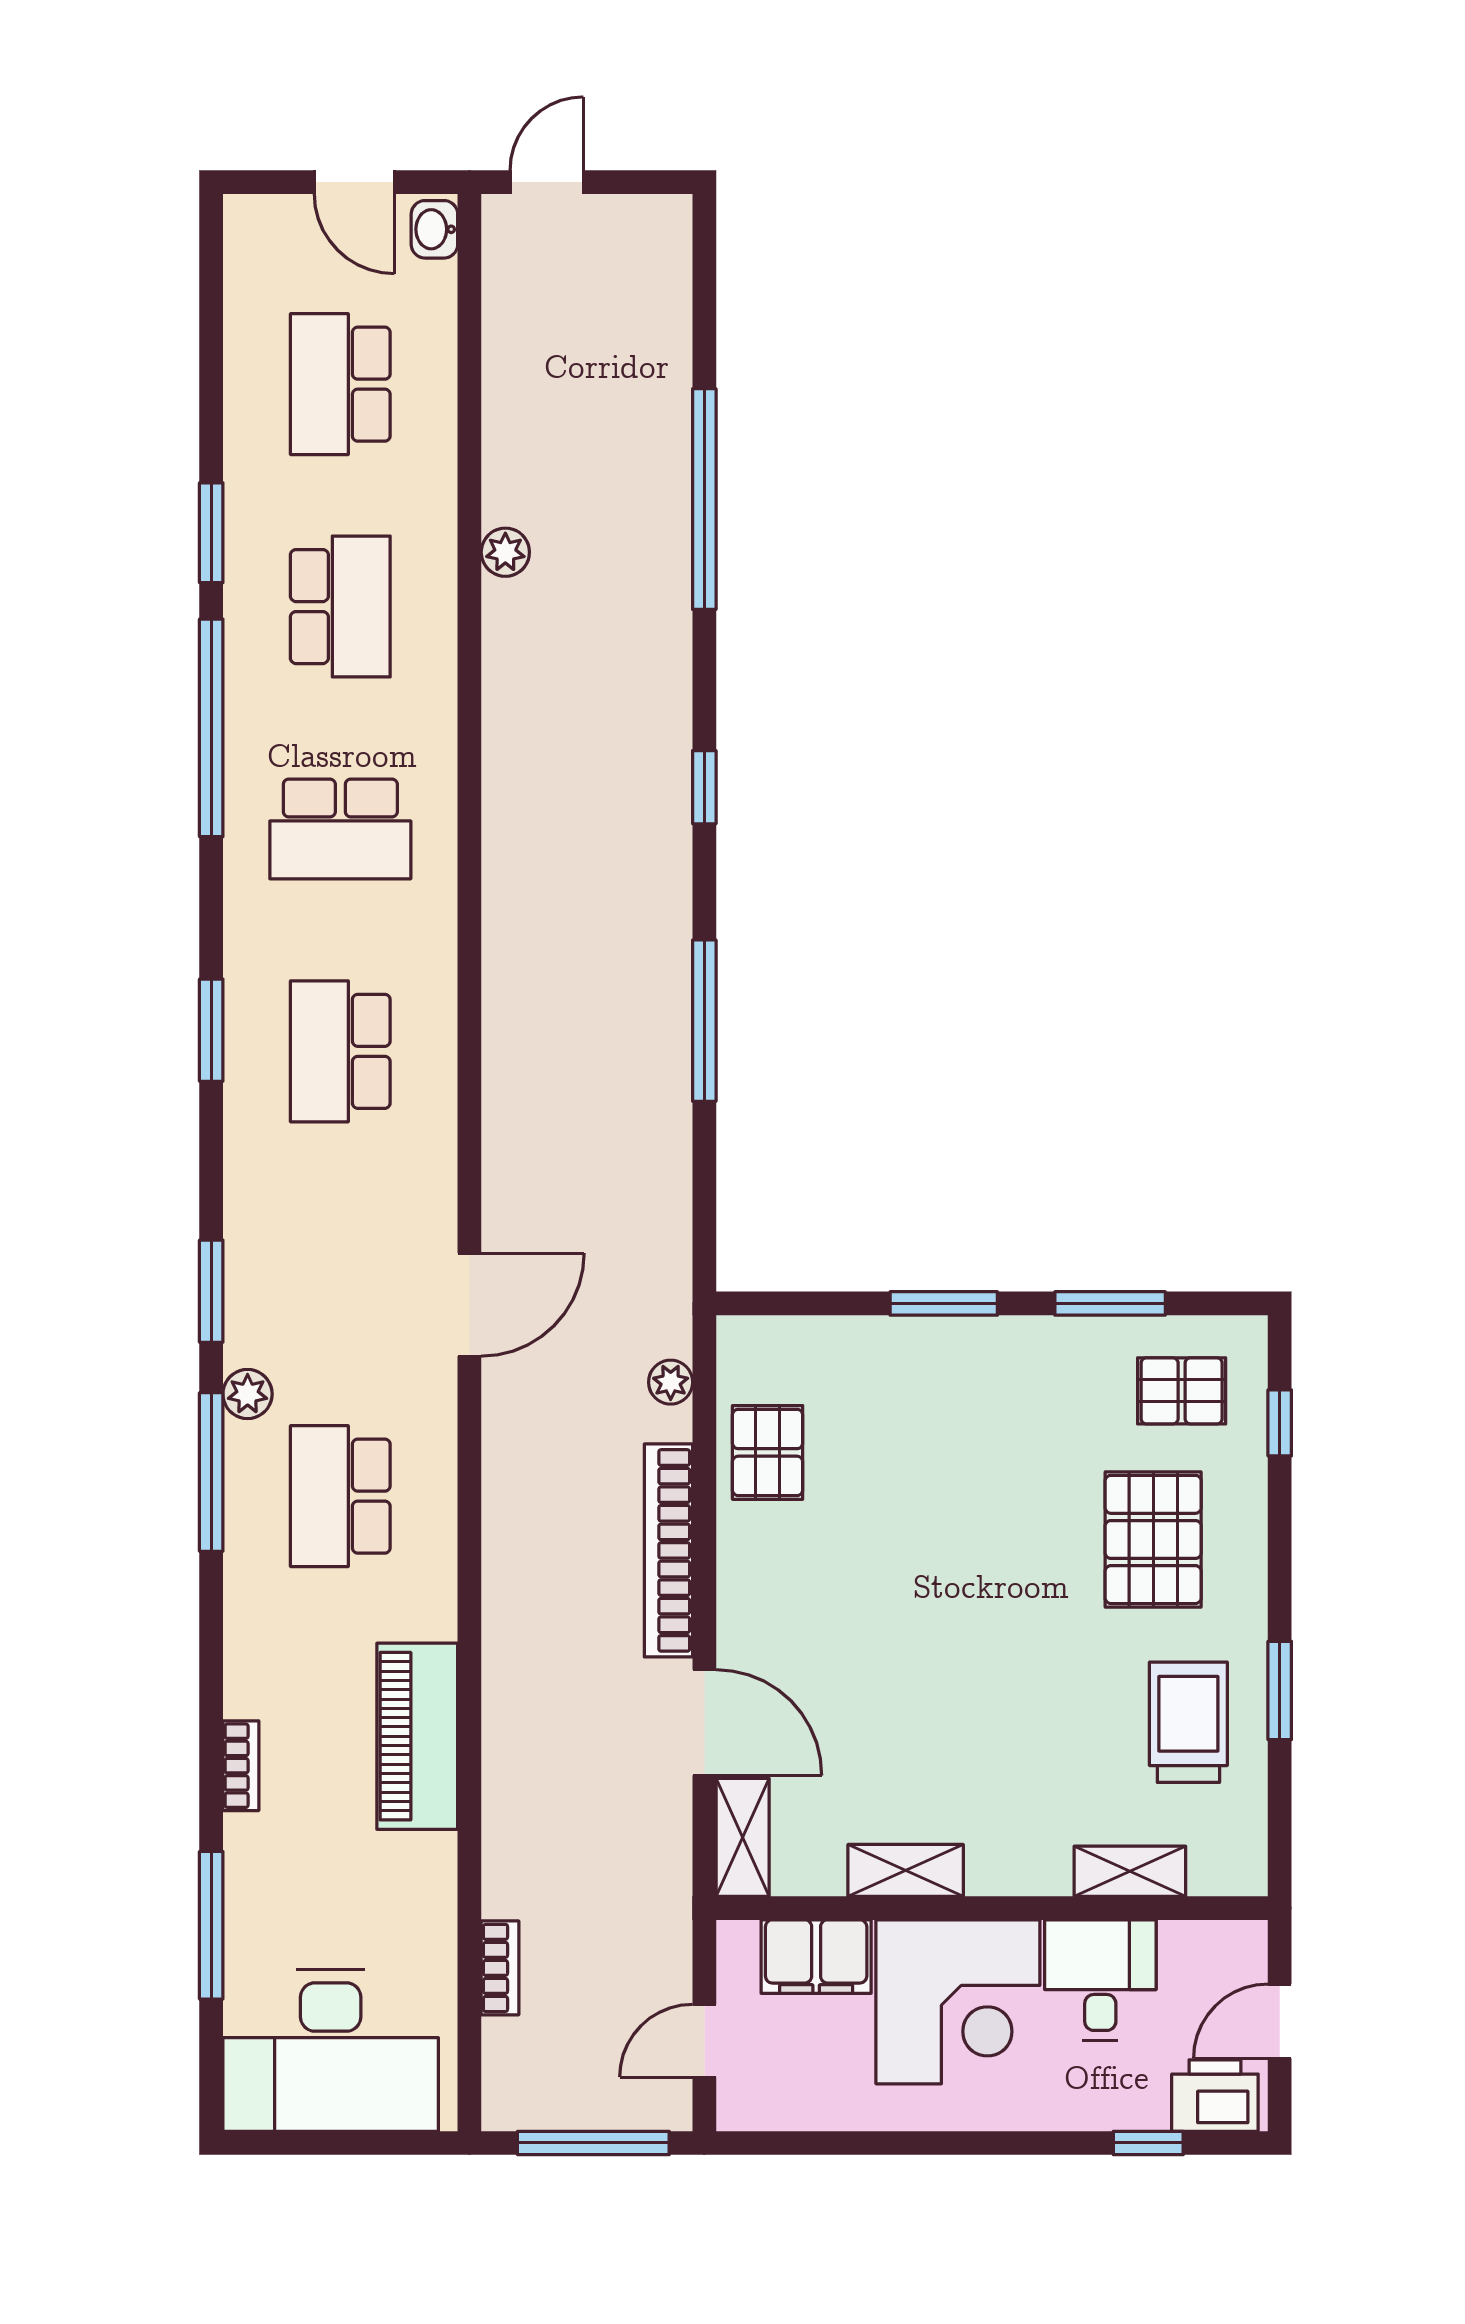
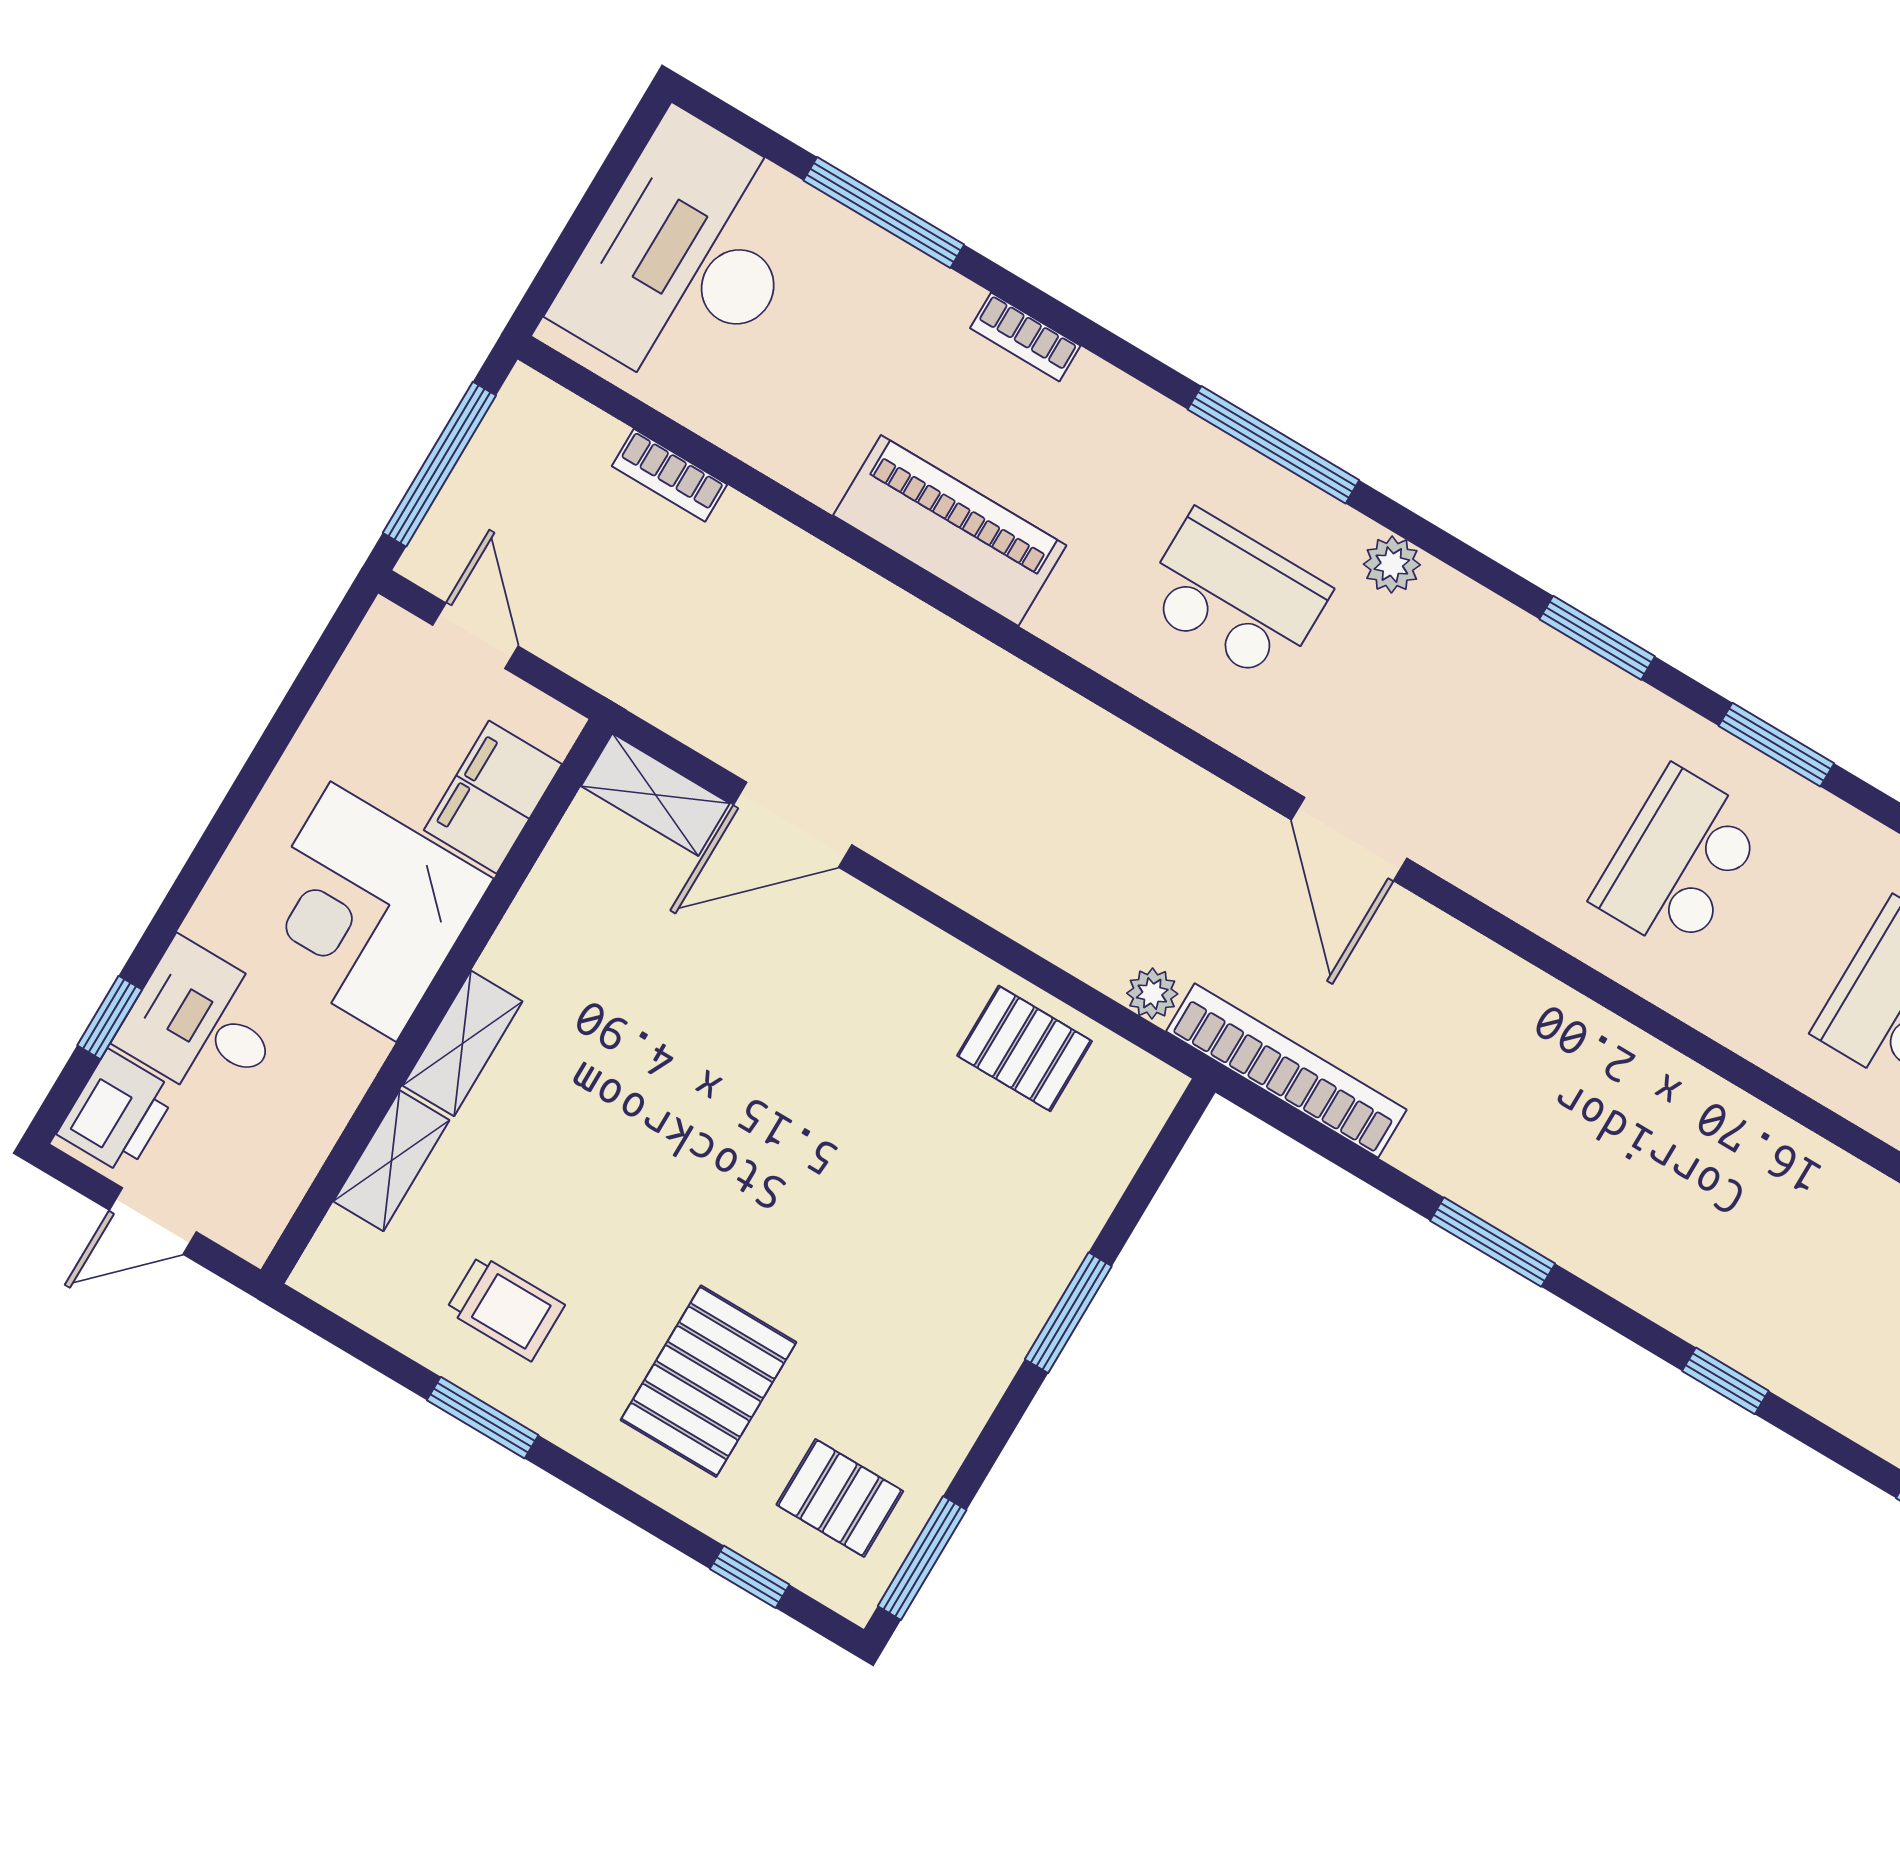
window: (704, 1021) -> (1493, 1242), width x0.69
school desk: (340, 1051) -> (1678, 861), turned -90
window: (211, 1291) -> (1597, 638), moved
window: (1110, 1303) -> (922, 1558), moved
pallet: (1182, 1391) -> (840, 1498), turned 90
window: (211, 1472) -> (1273, 445), moved
pallet: (1153, 1539) -> (708, 1381), turned 90
bookcase: (668, 1550) -> (1286, 1071), moved
trolley: (1188, 1722) -> (505, 1308), width x0.73, depth x0.72
shelving: (906, 1870) -> (462, 1043), moved
desk: (1100, 1980) -> (203, 1023), moved, turned 180
door: (1280, 2021) -> (153, 1221), swing flipped

